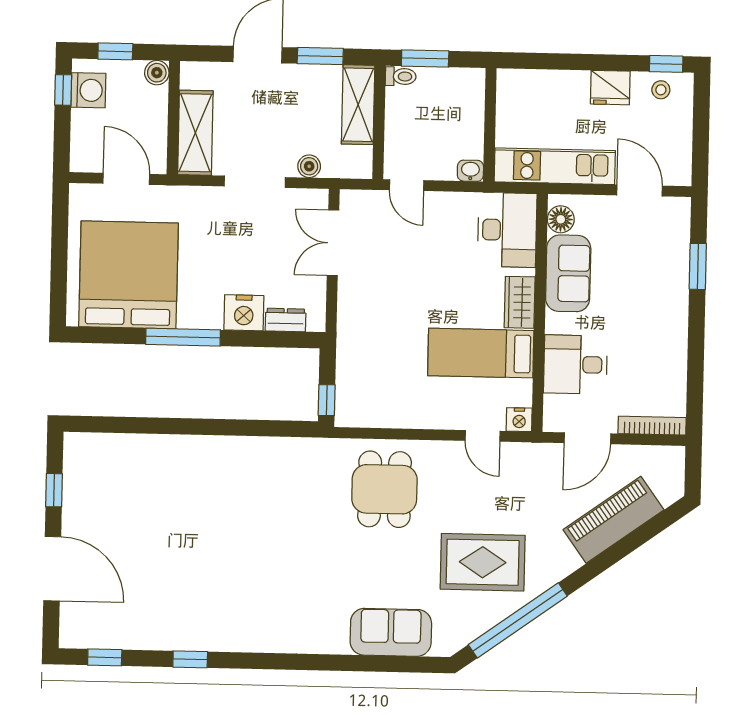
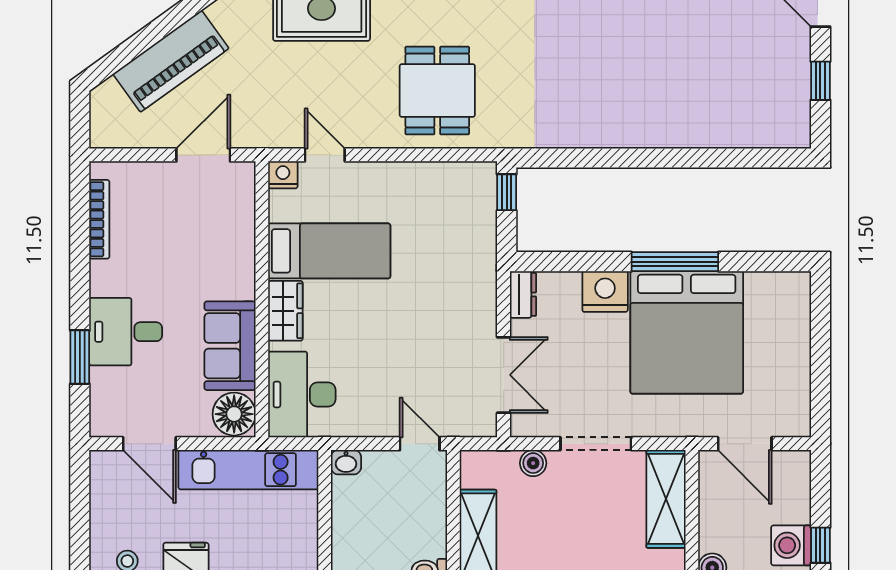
floor lamp: (561, 219) -> (234, 414), width x1.38, depth x1.38
bed: (129, 275) -> (687, 332), moved
dresser: (286, 320) -> (523, 294), moved, turned -90
desk: (575, 364) -> (126, 332), moved, turned 180
bookcase: (652, 426) -> (99, 219), moved, turned -90

